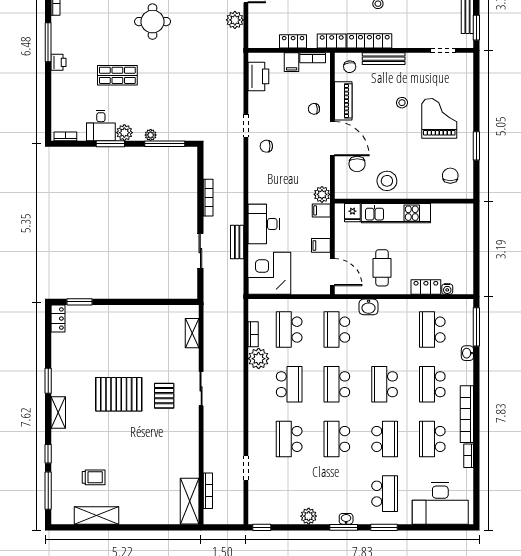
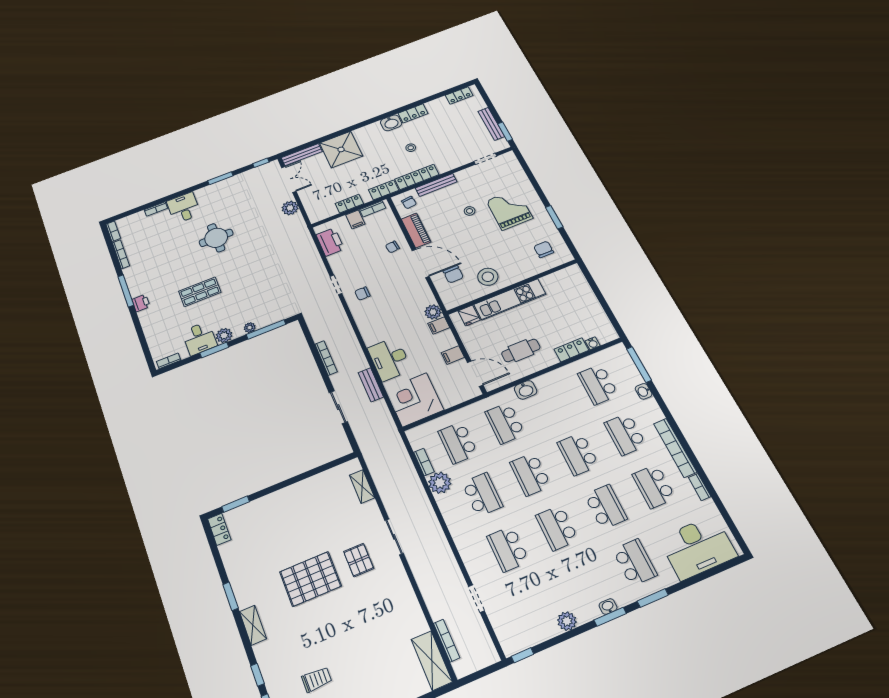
cafe table: (382, 268) -> (521, 350), turned 90

